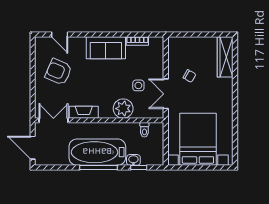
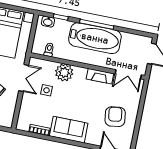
armchair: (59, 72) -> (115, 117), turned -121
washbasin: (133, 160) -> (48, 22), moved

